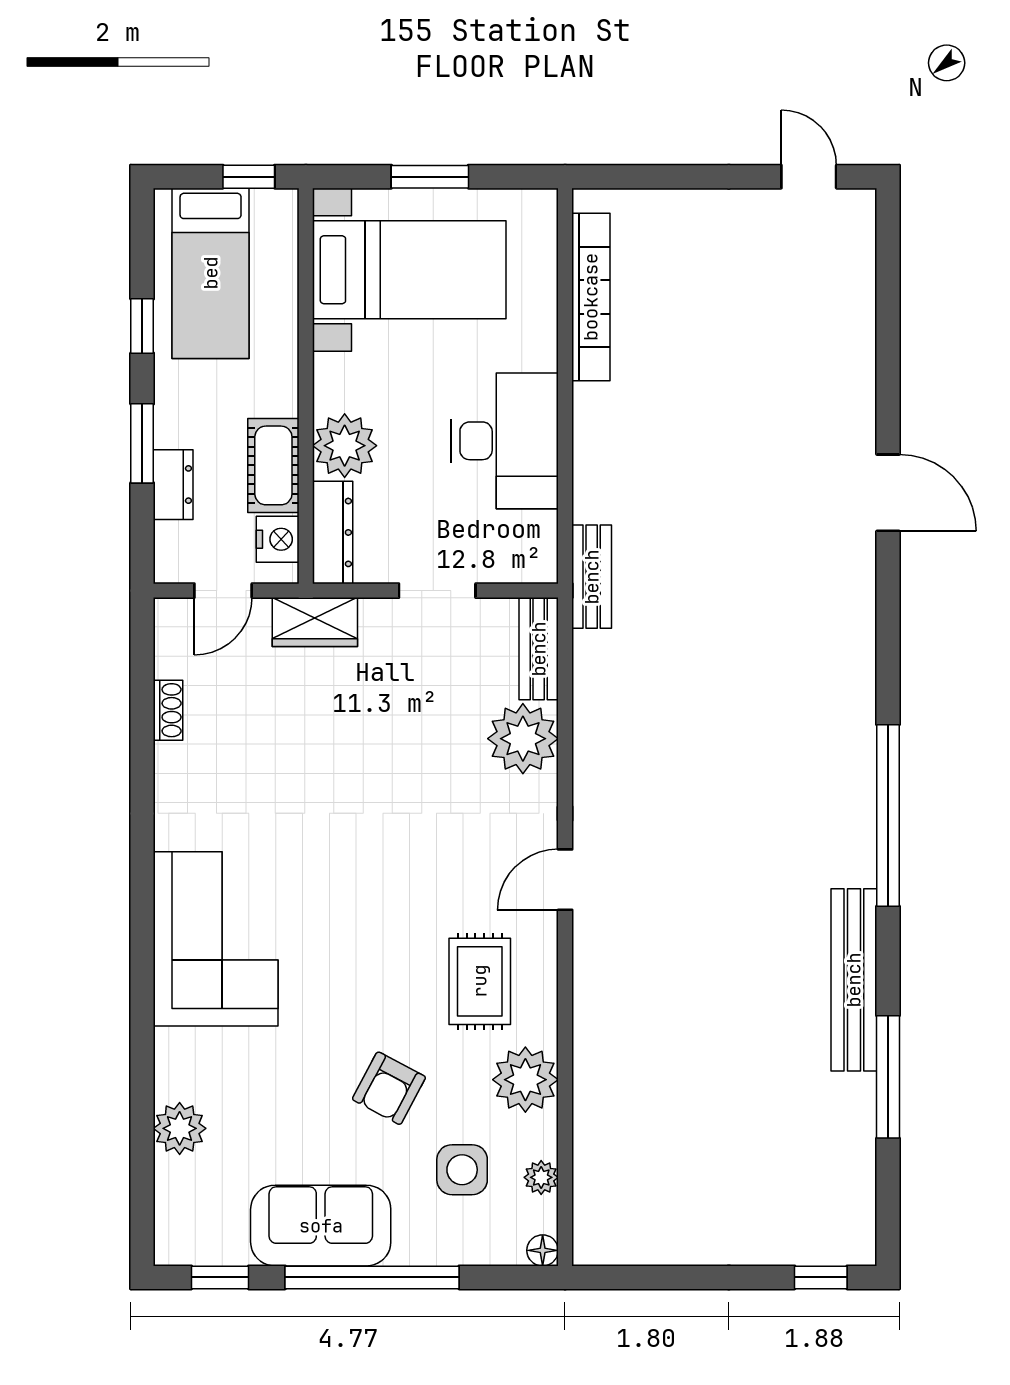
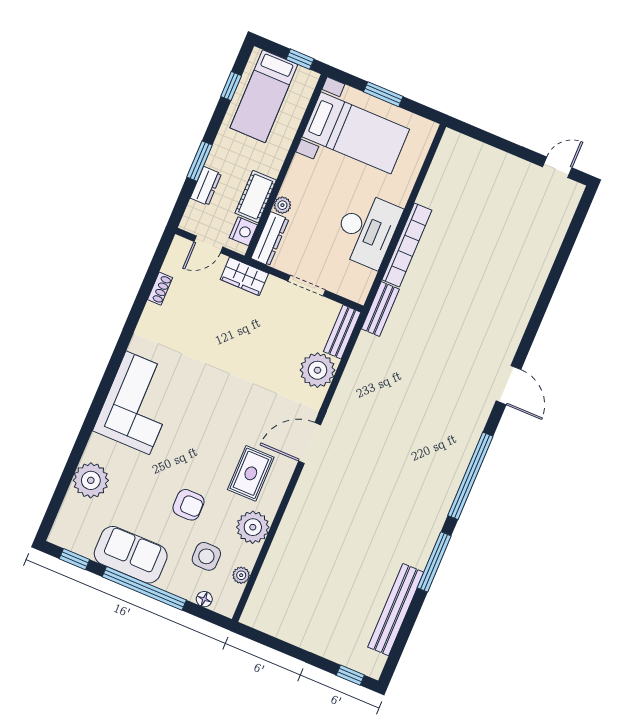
door: (809, 177) -> (557, 167), hinge flipped
bookcase: (591, 297) -> (407, 245), moved
window: (142, 326) -> (231, 86), moved
plant: (345, 446) -> (282, 205), width x0.53, depth x0.53
door: (888, 493) -> (508, 385), moved
door: (565, 880) -> (310, 443), width x1.38
bench: (854, 980) -> (396, 610), moved
window: (888, 1077) -> (434, 562), moved
armchair: (389, 1088) -> (188, 505), turned -118
plant: (180, 1128) -> (91, 480), width x1.36, depth x1.36
floor lamp: (543, 1250) -> (204, 599), moved

